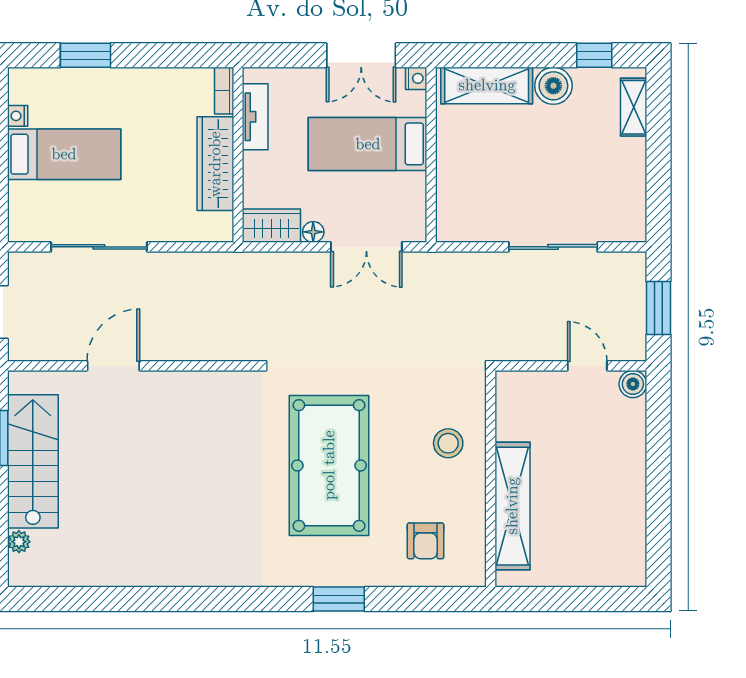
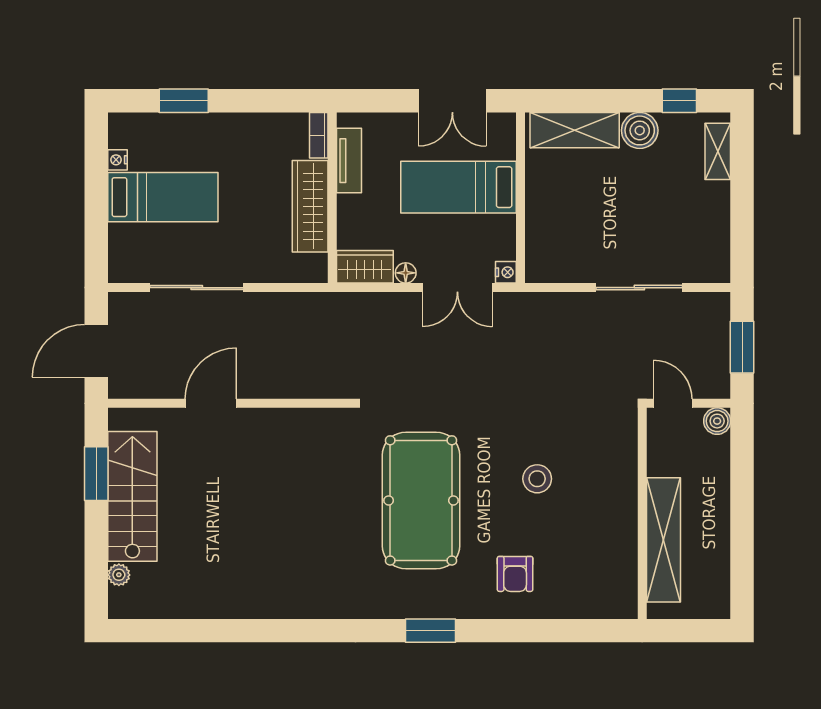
nightstand: (416, 78) -> (506, 272), moved
wall: (491, 479) -> (642, 513), moved
shelving: (512, 506) -> (663, 540), moved

